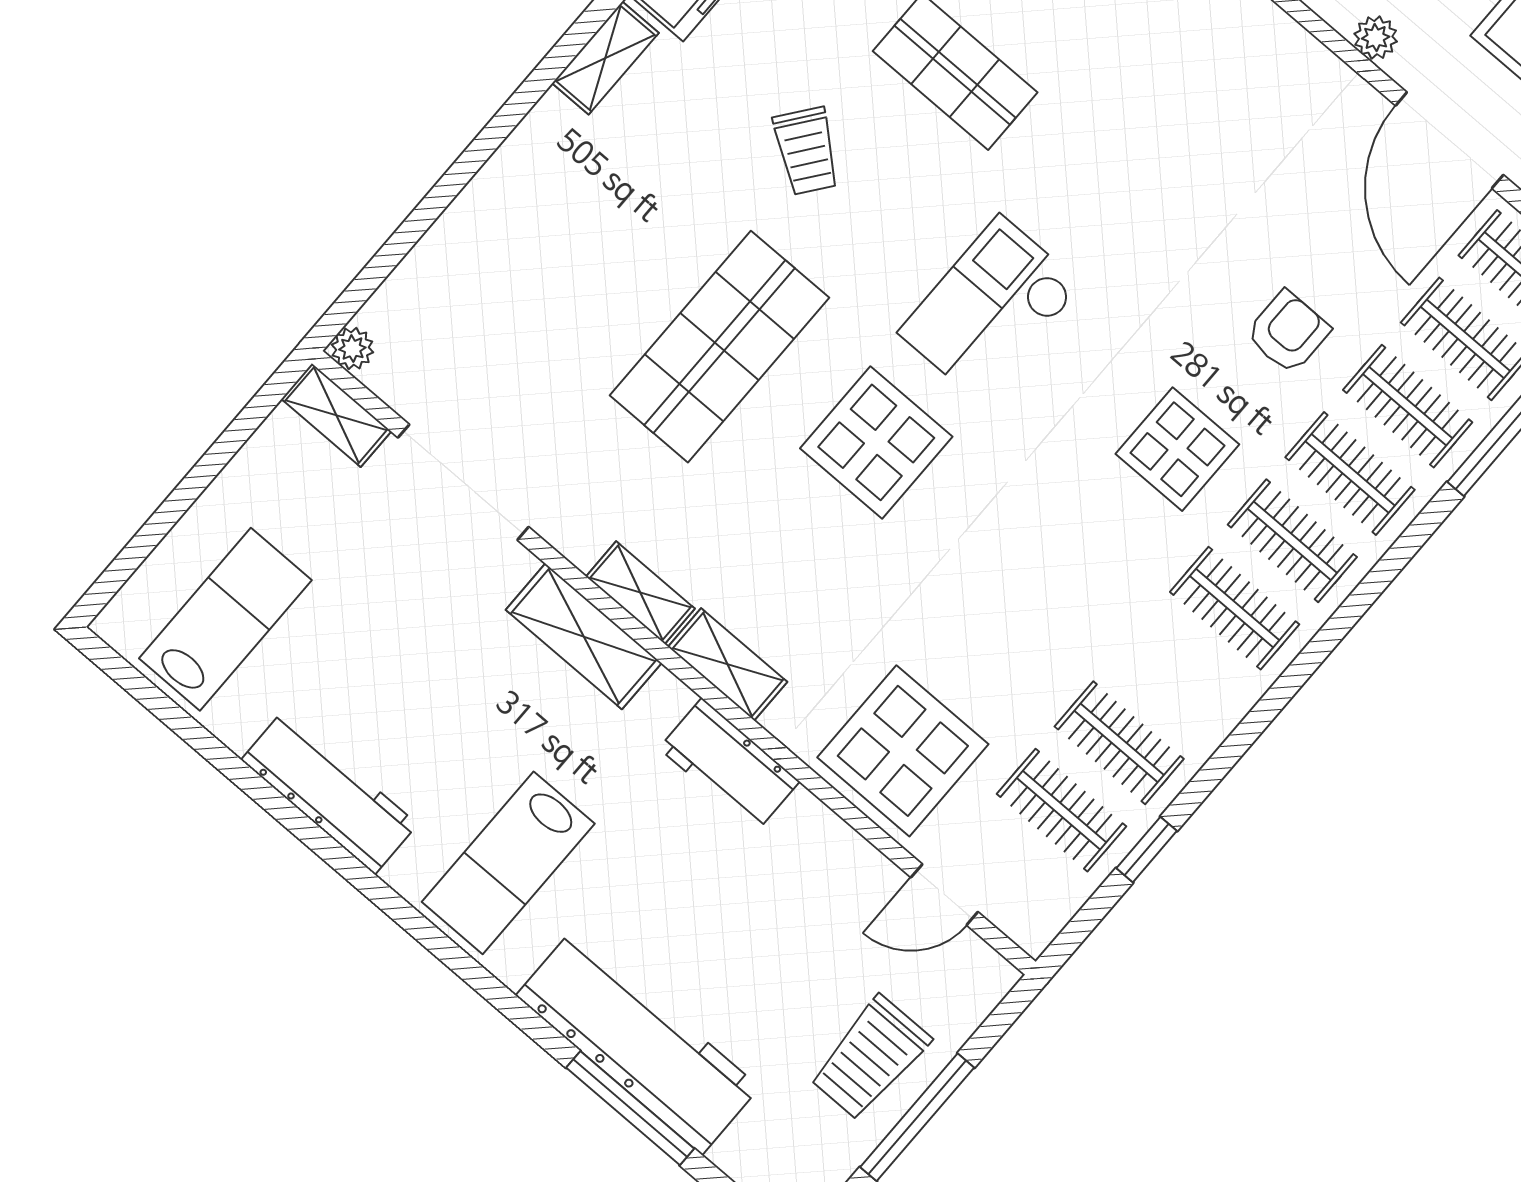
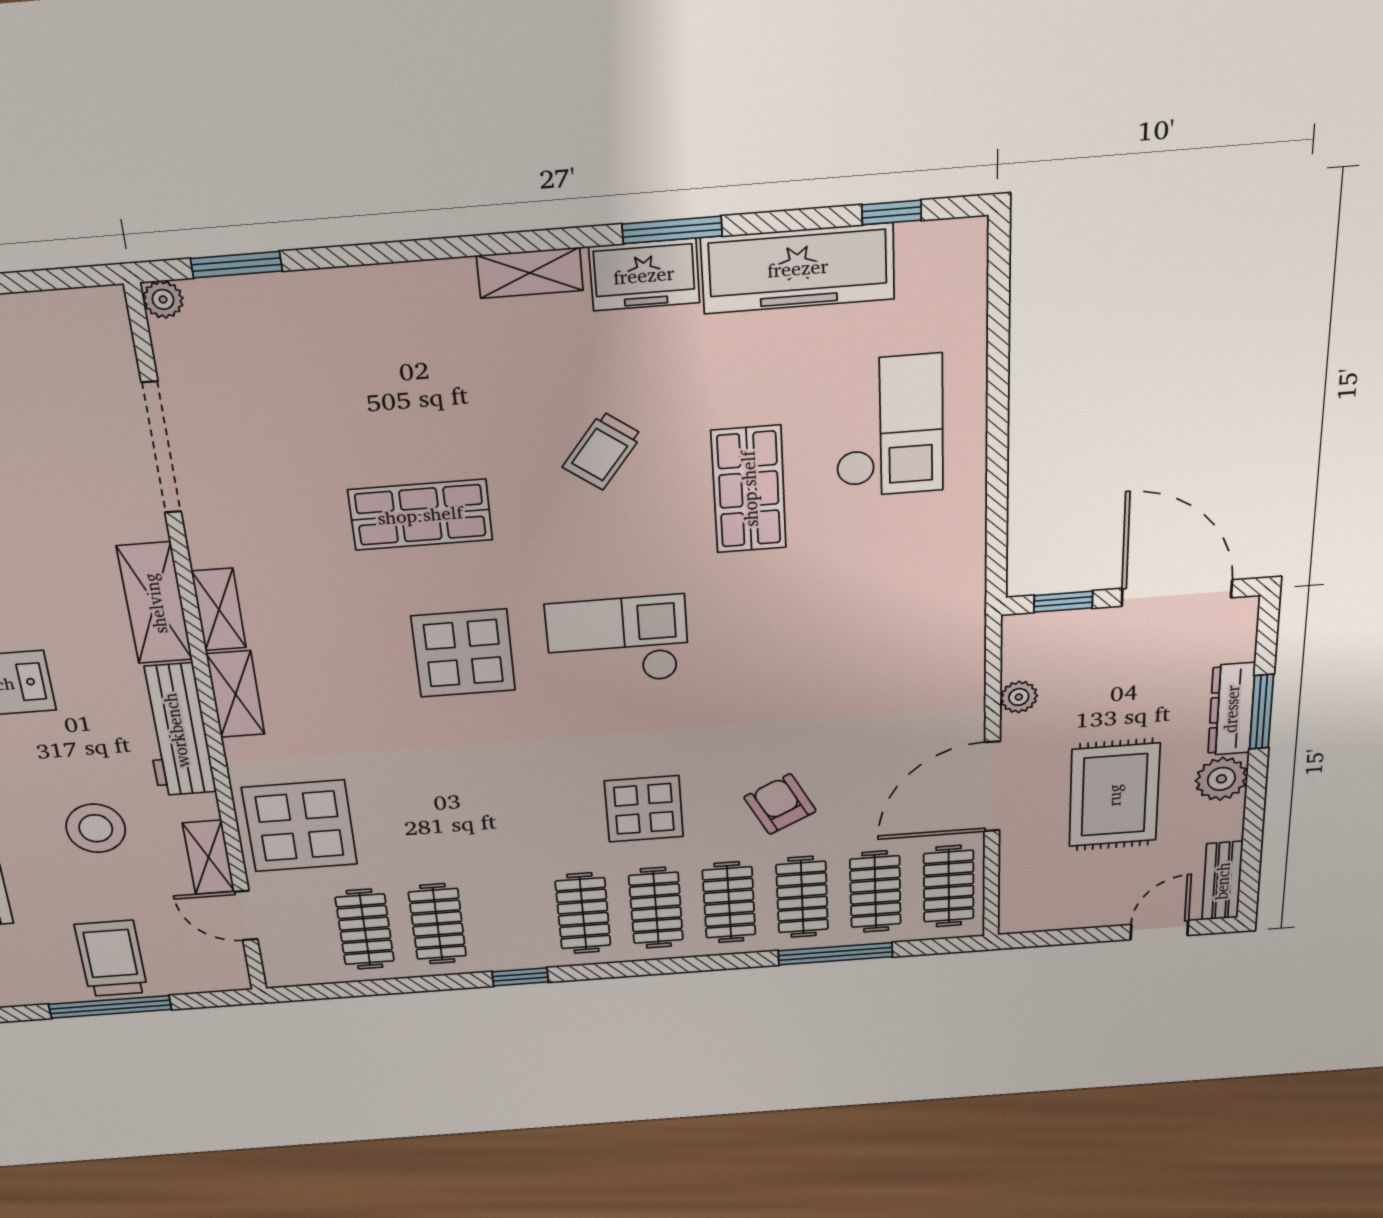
window: (381, 265) -> (236, 265), added
armchair: (1288, 332) -> (780, 804), turned -117
shop shelf: (719, 347) -> (420, 515), width x0.70, depth x0.74
shelving: (336, 415) -> (209, 857), moved
workbench: (729, 765) -> (176, 730), width x1.38
window: (1147, 850) -> (520, 977), moved
stool: (733, 921) -> (96, 828), added
trolley: (870, 1058) -> (111, 959), turned 90

